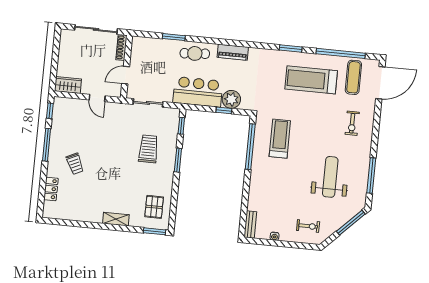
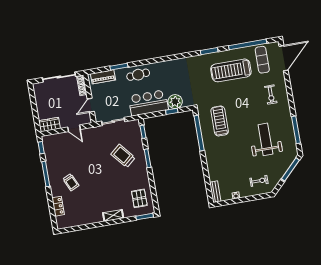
piano: (233, 52) -> (103, 77), moved
trolley: (148, 149) -> (123, 156), turned -40

